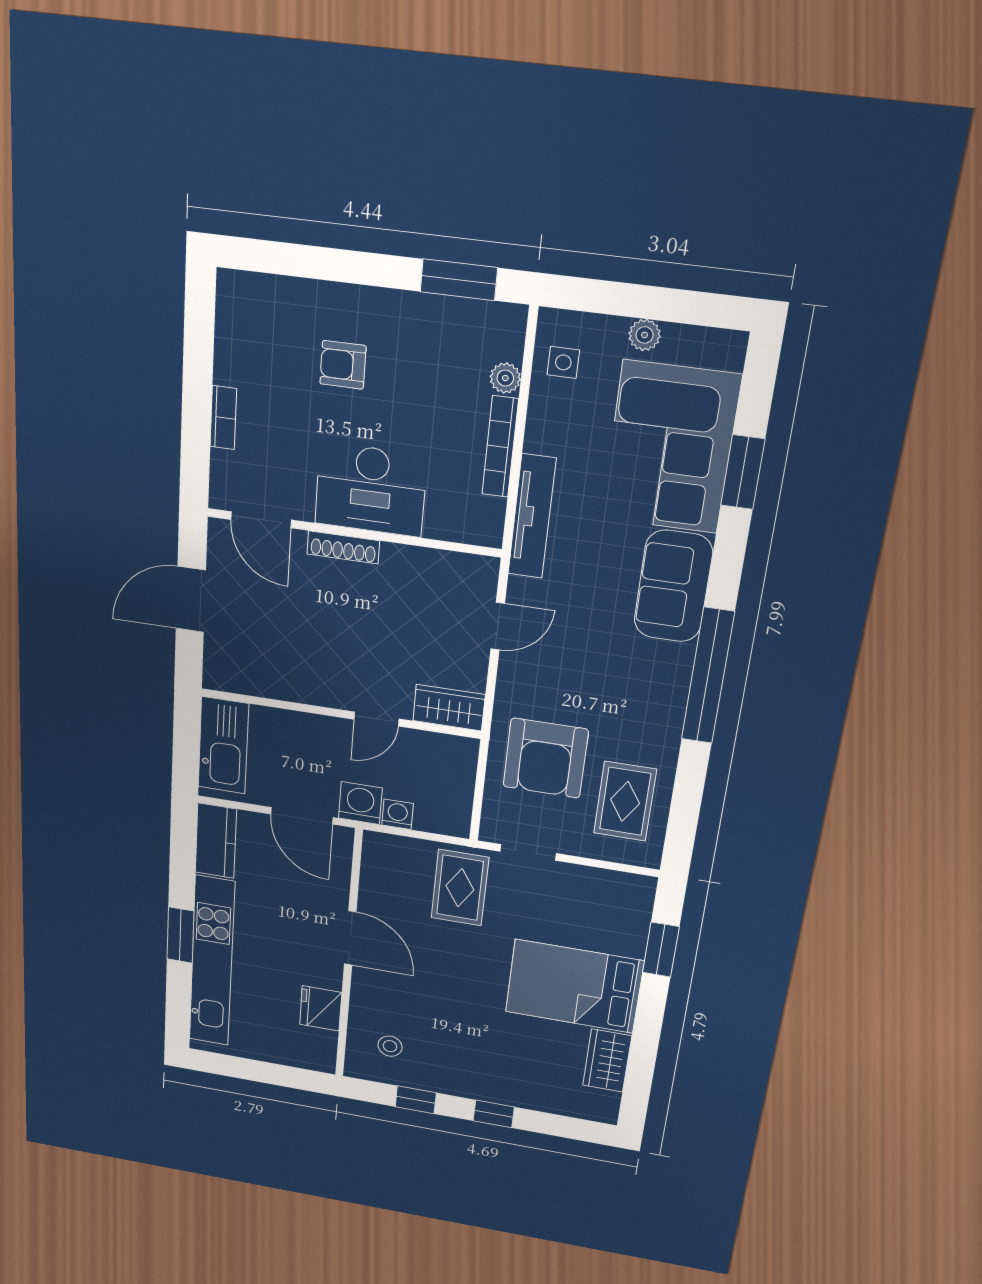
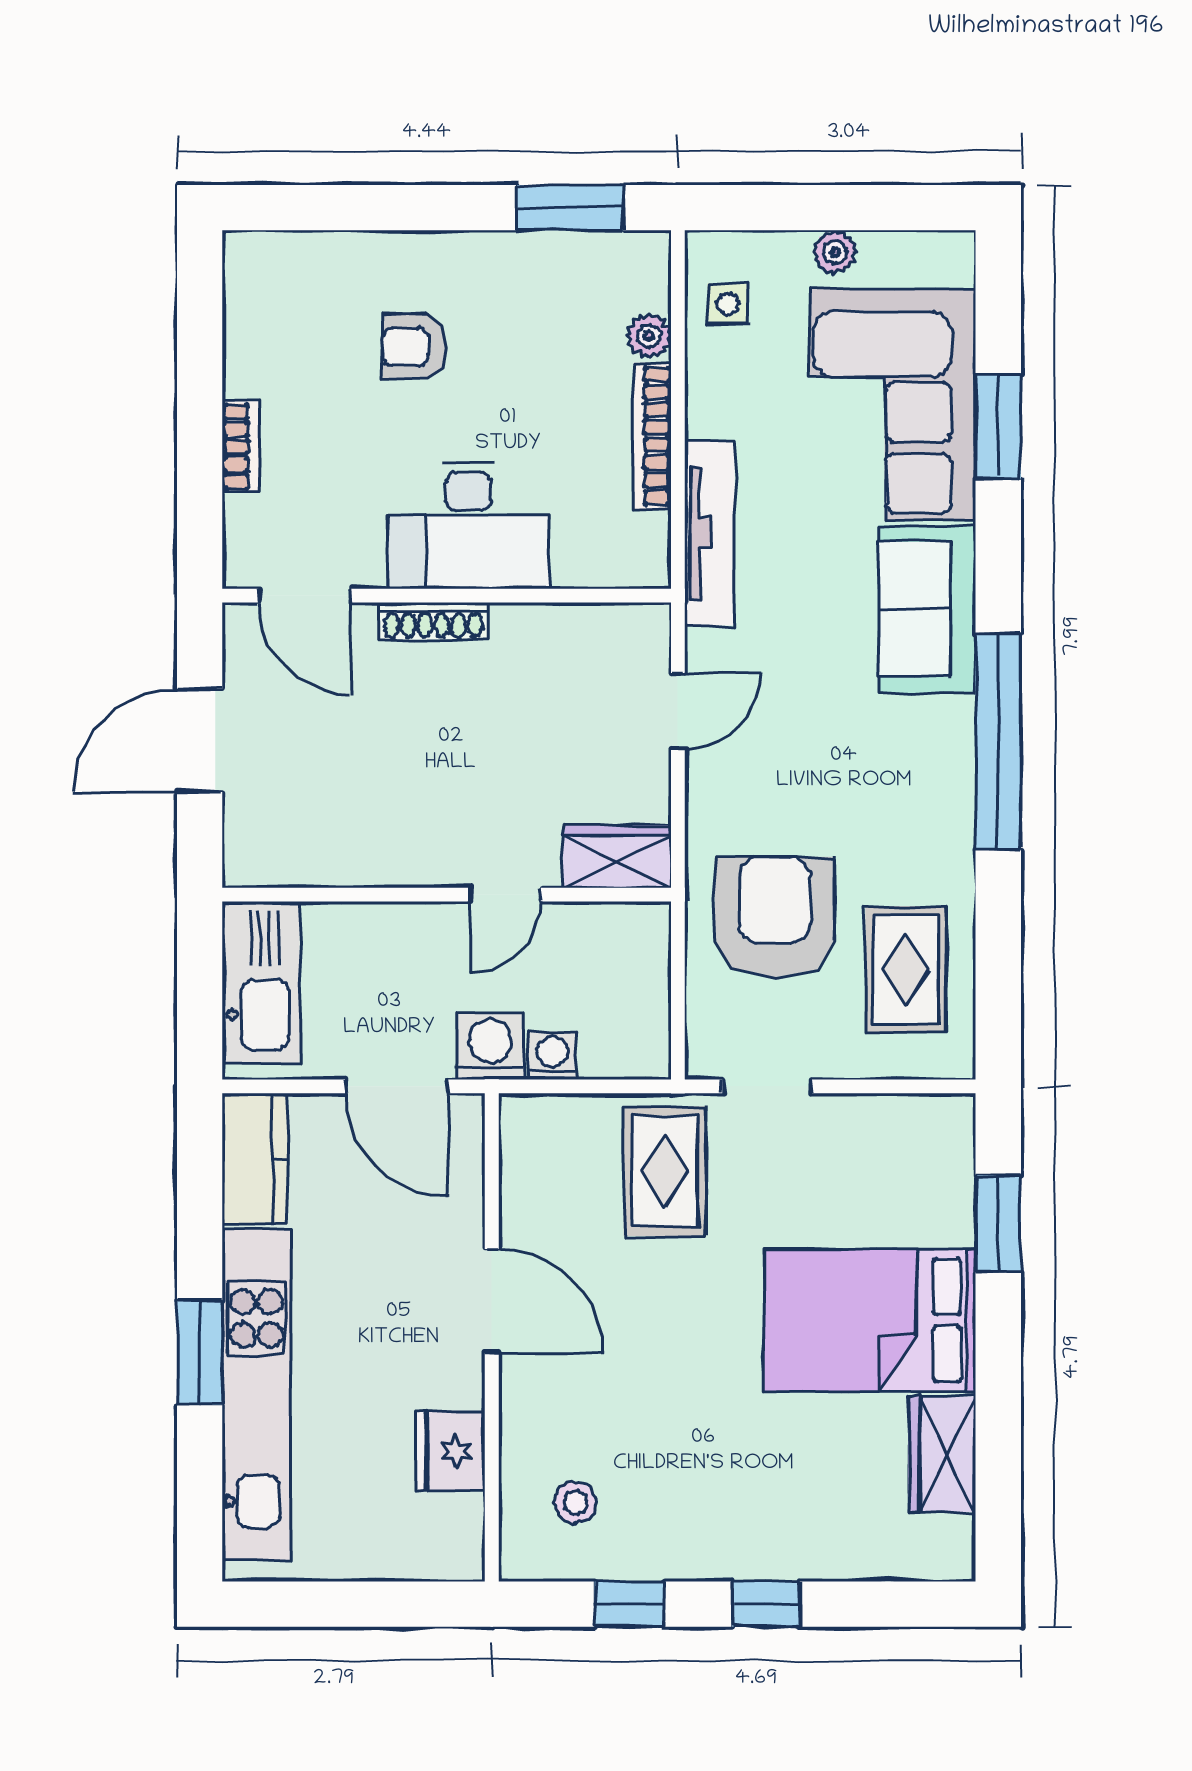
armchair: (546, 758) -> (775, 917), turned 180

